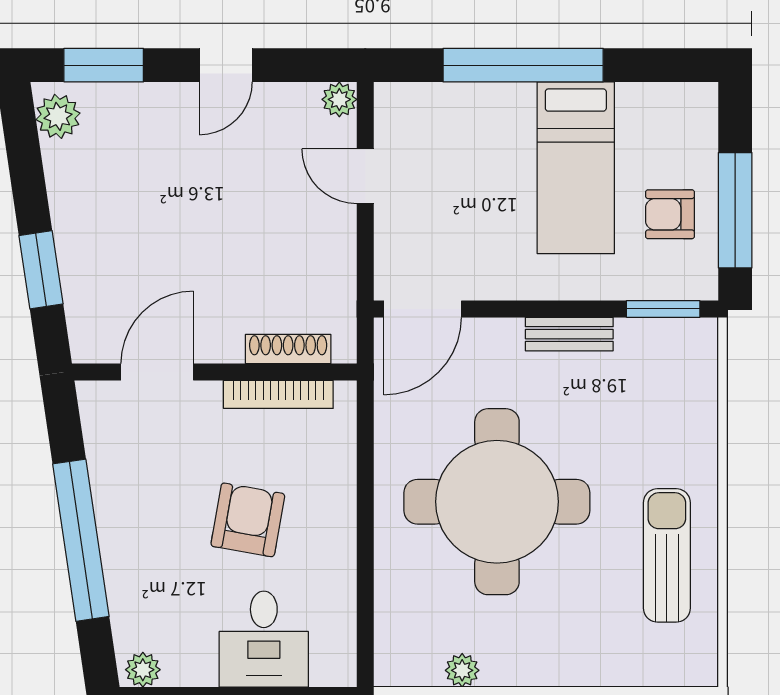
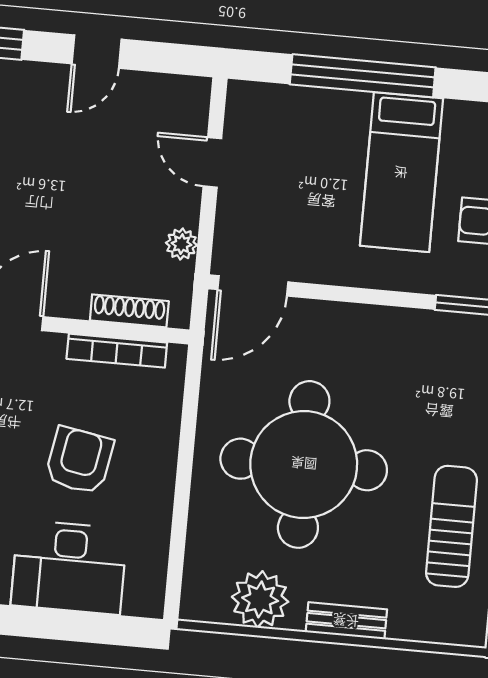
plant: (339, 99) -> (181, 244), moved
bench: (569, 334) -> (346, 621), moved
desk: (264, 639) -> (69, 567), width x1.37
plant: (462, 670) -> (260, 599), width x1.87, depth x1.87

